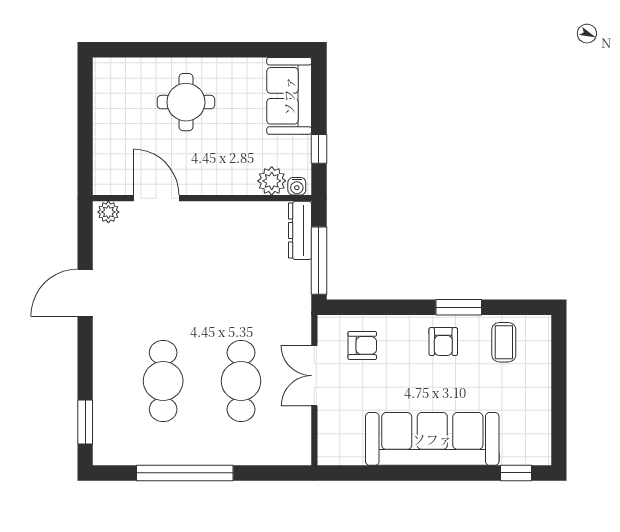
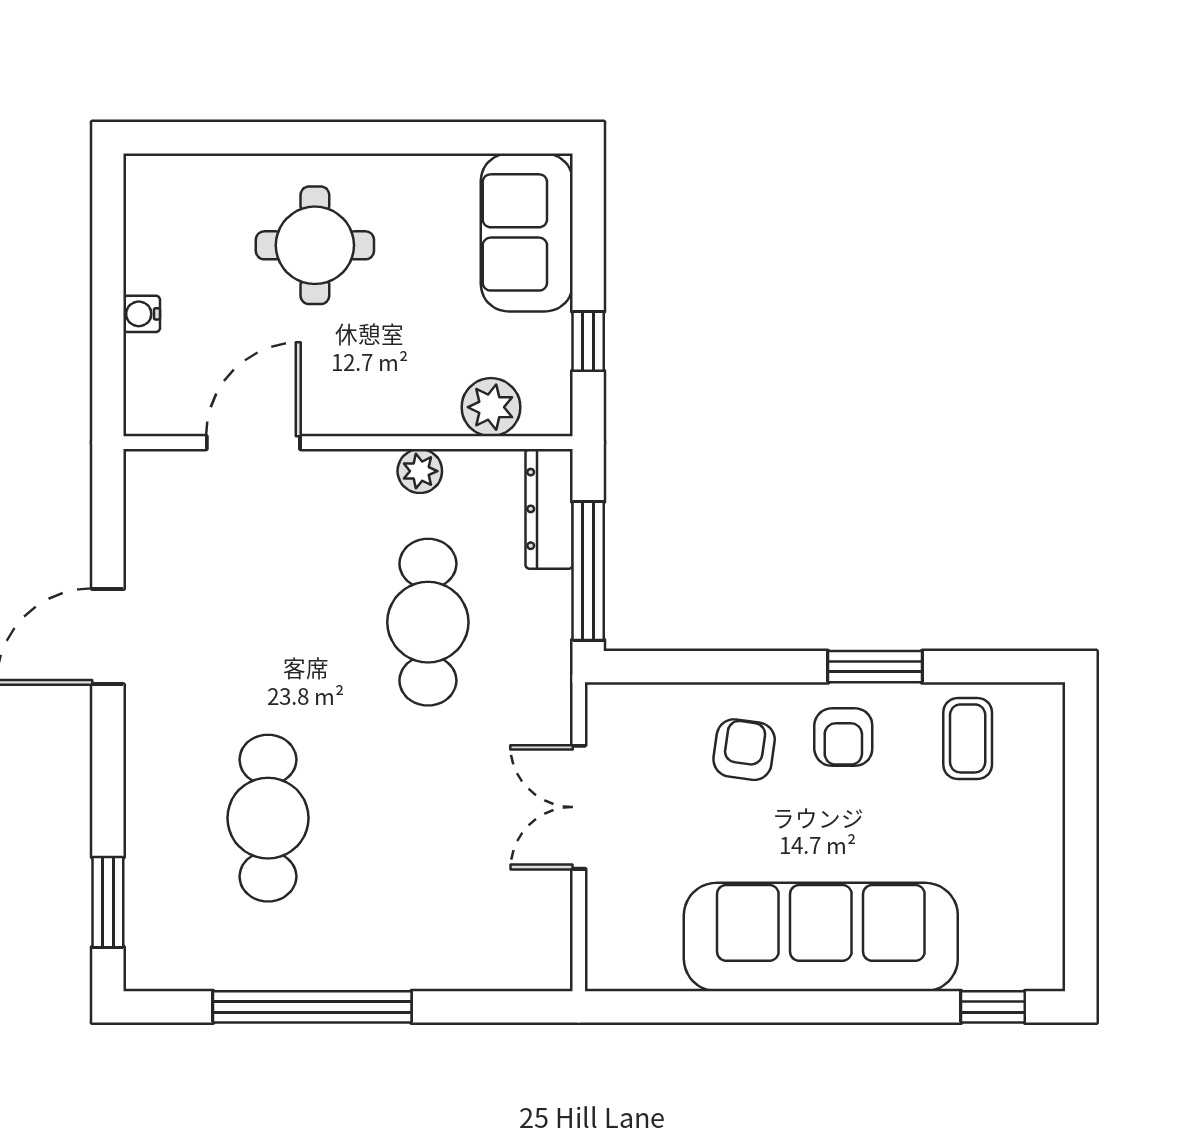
water cooler: (297, 186) -> (142, 314), moved, turned 90
door: (156, 198) -> (253, 443), hinge flipped
plant: (108, 212) -> (420, 471), moved
armchair: (362, 345) -> (744, 750), moved, turned -82
cafe table: (241, 381) -> (428, 622), moved

